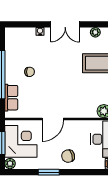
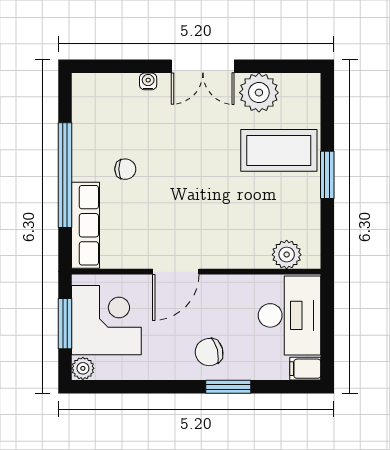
plant: (95, 32) -> (259, 93), width x1.87, depth x1.87
row of seats: (11, 98) -> (86, 225), width x1.48
window: (49, 172) -> (228, 387), moved

